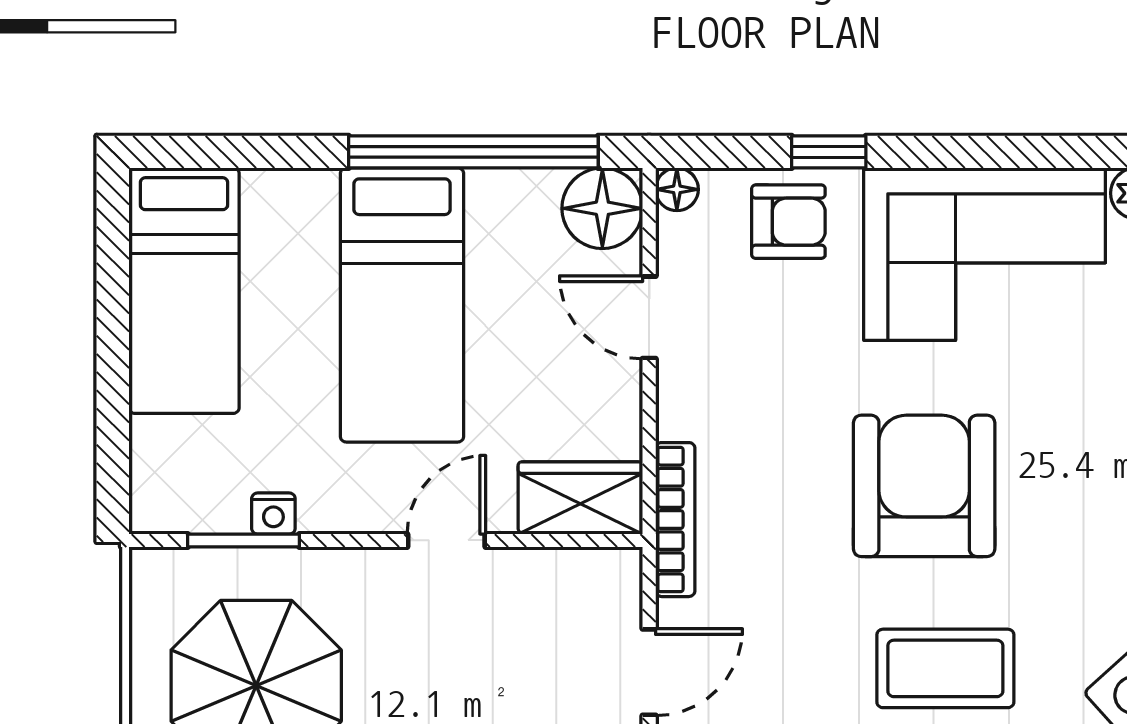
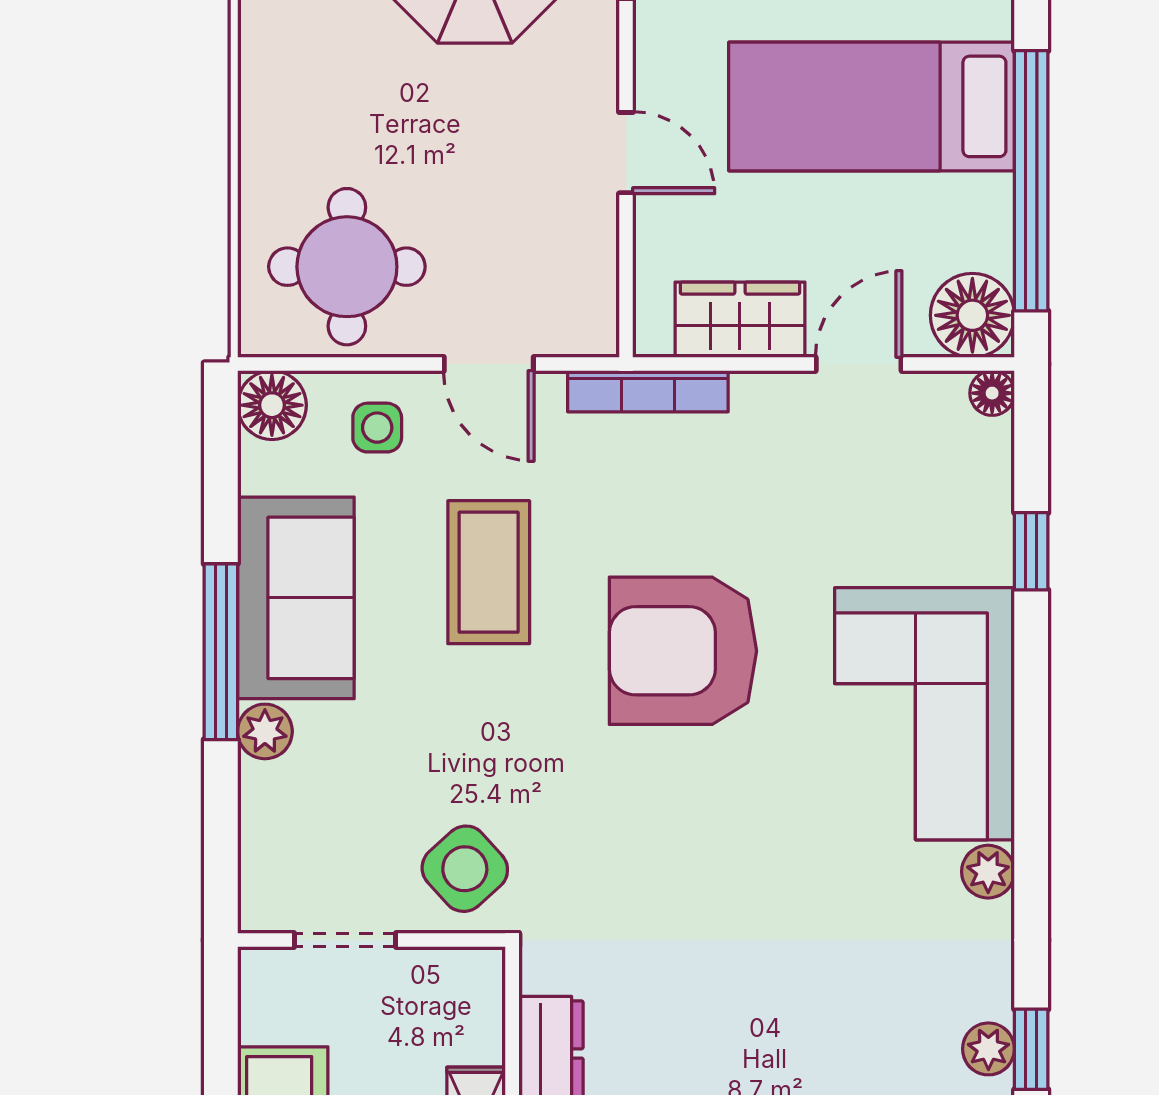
armchair: (788, 222) -> (958, 509), removed
armchair: (924, 486) -> (683, 651), turned 180
wardrobe: (580, 498) -> (740, 320), moved, turned -90
coffee table: (945, 668) -> (489, 572), moved

